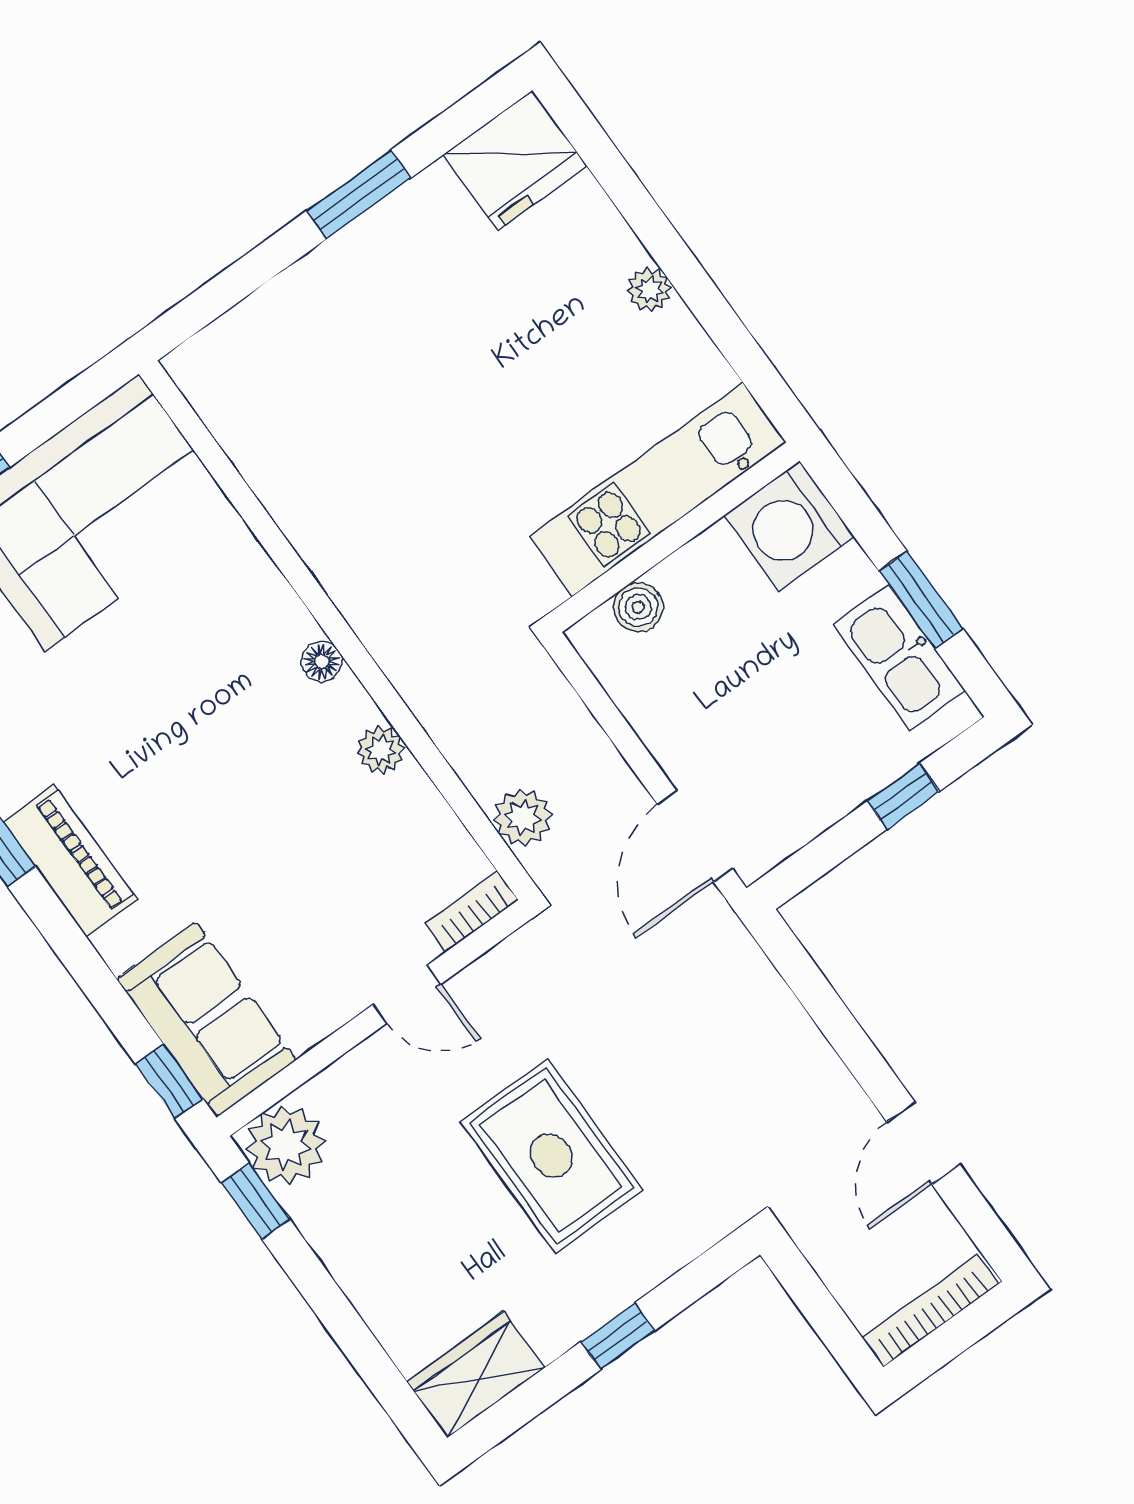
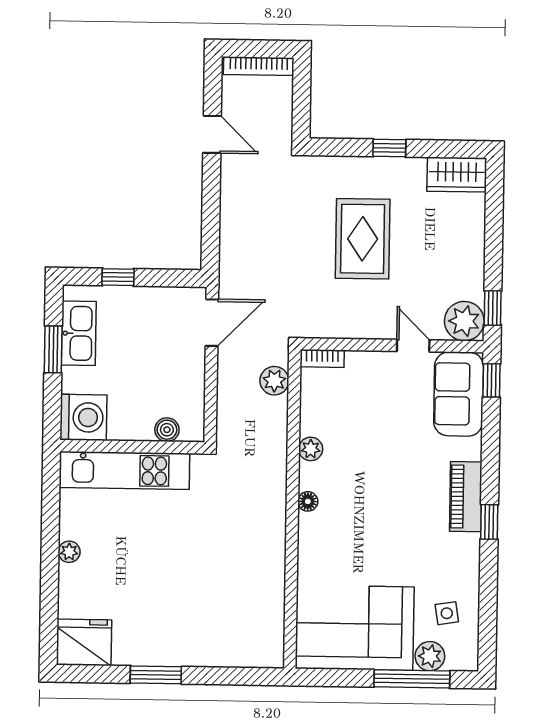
door: (407, 994) -> (413, 346), moved
door: (923, 1143) -> (212, 134), hinge flipped

